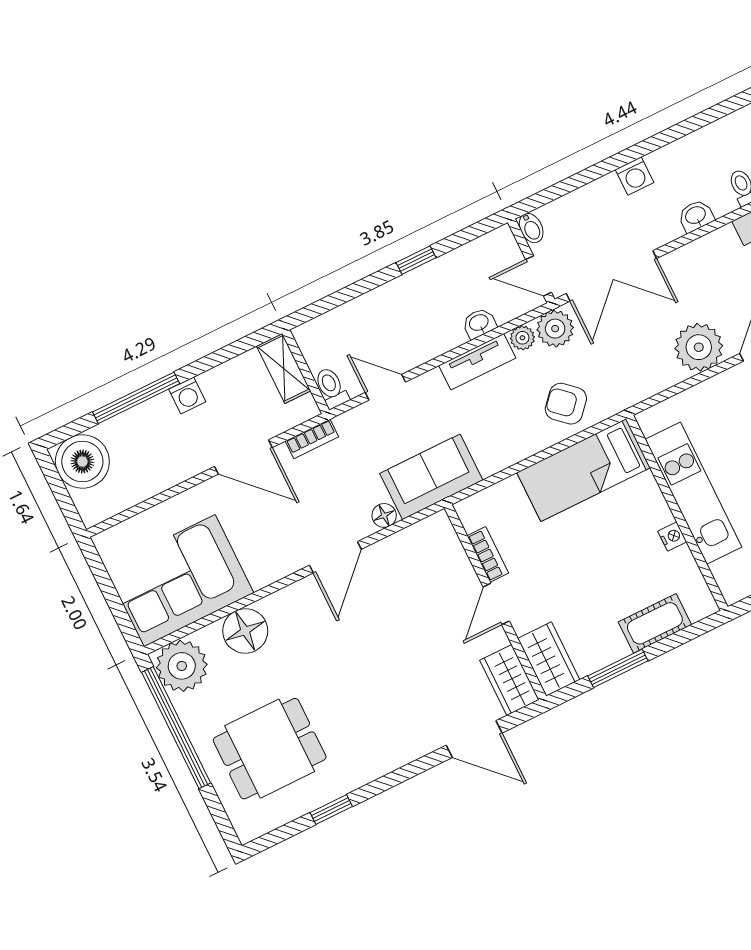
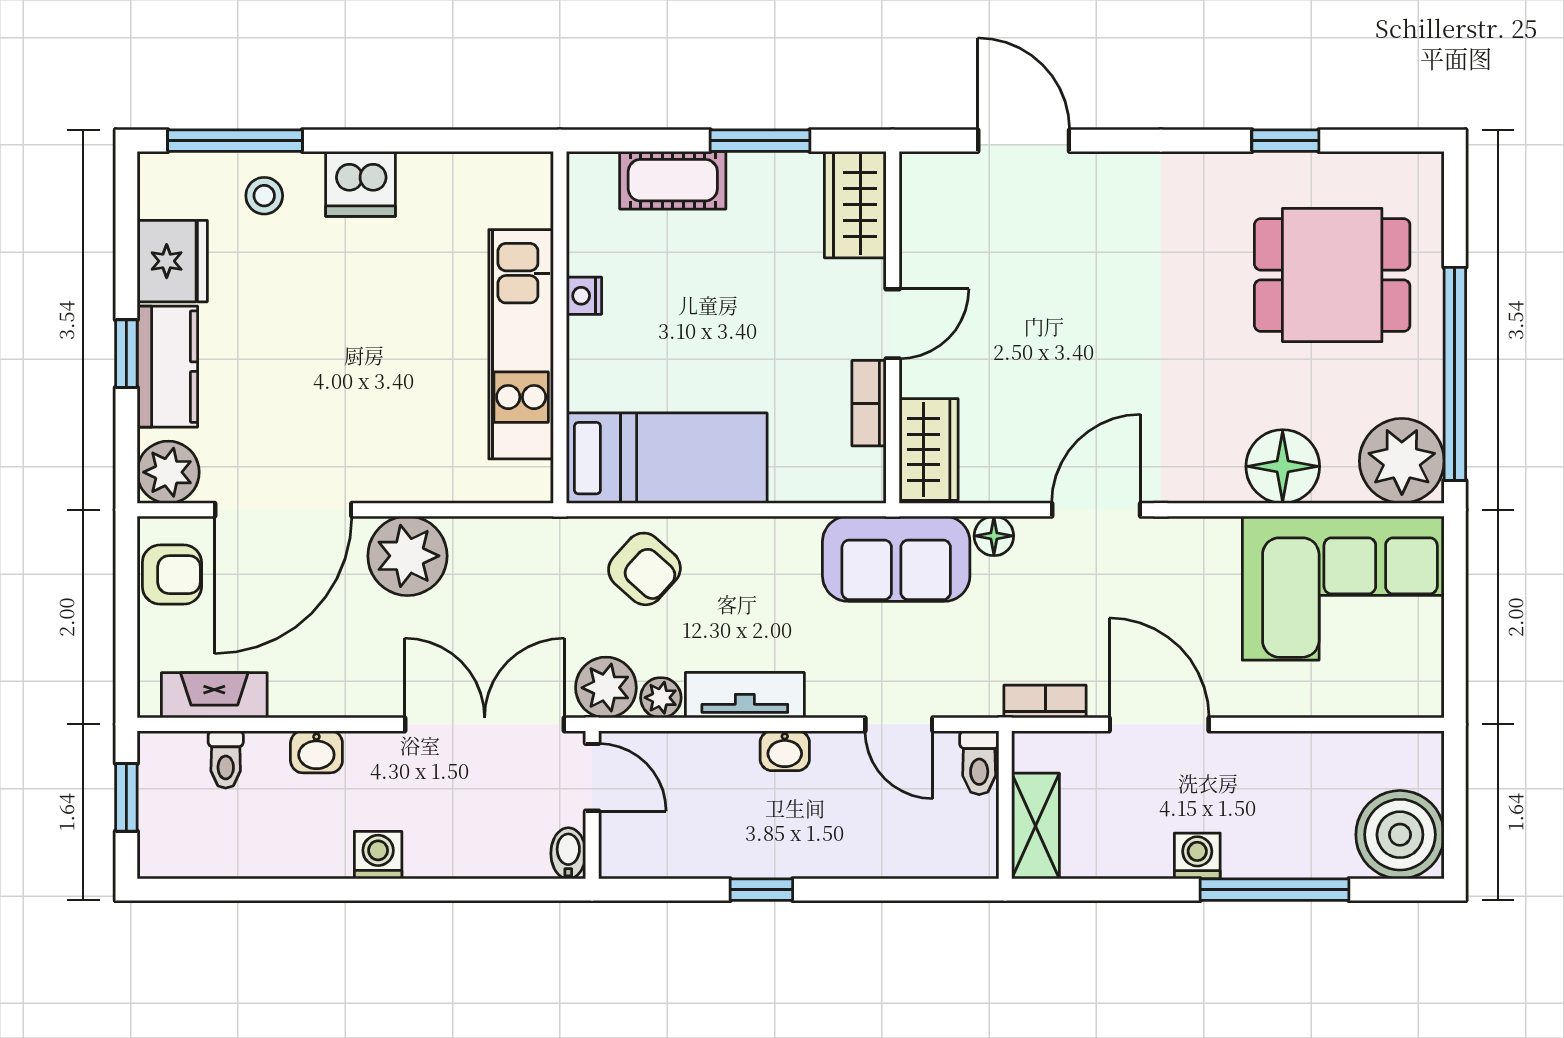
washbasin: (479, 323) -> (785, 751), moved
wardrobe: (509, 680) -> (929, 450), moved

